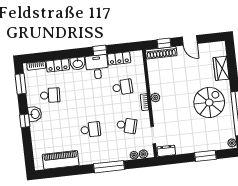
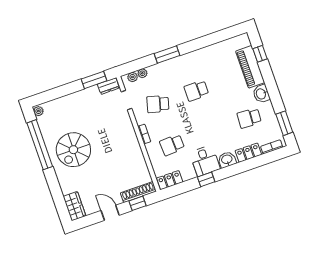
locker: (119, 58) -> (170, 180), moved
wardrobe: (221, 68) -> (74, 206), moved
plant: (155, 98) -> (134, 142), removed
window: (25, 121) -> (260, 54), moved
window: (205, 156) -> (94, 80), moved
piano: (61, 160) -> (250, 67), moved, turned 90
window: (109, 167) -> (167, 55), width x0.69

